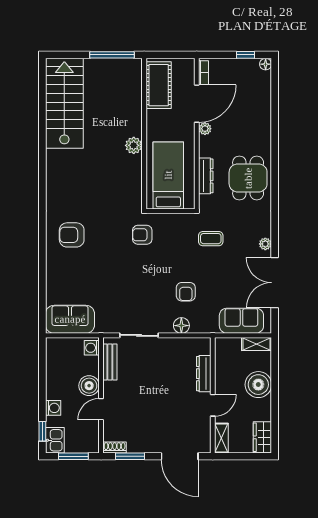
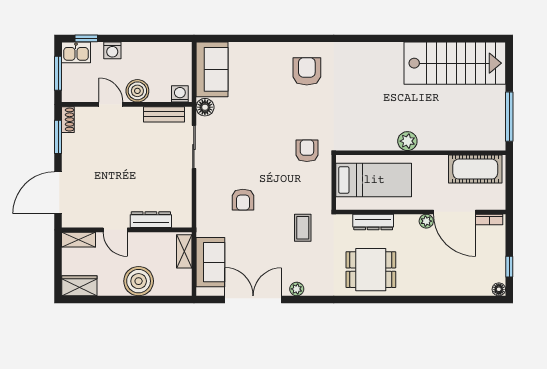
armchair: (186, 292) -> (243, 200), turned -90
floor lamp: (181, 326) -> (205, 107), moved
shelving: (257, 344) -> (184, 251), moved

